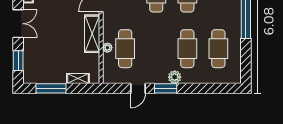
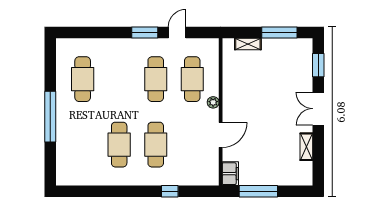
shelving: (92, 34) -> (231, 97), removed
plant: (107, 48) -> (213, 102), moved
cafe table: (187, 49) -> (156, 79), moved
plant: (175, 77) -> (134, 46), removed

